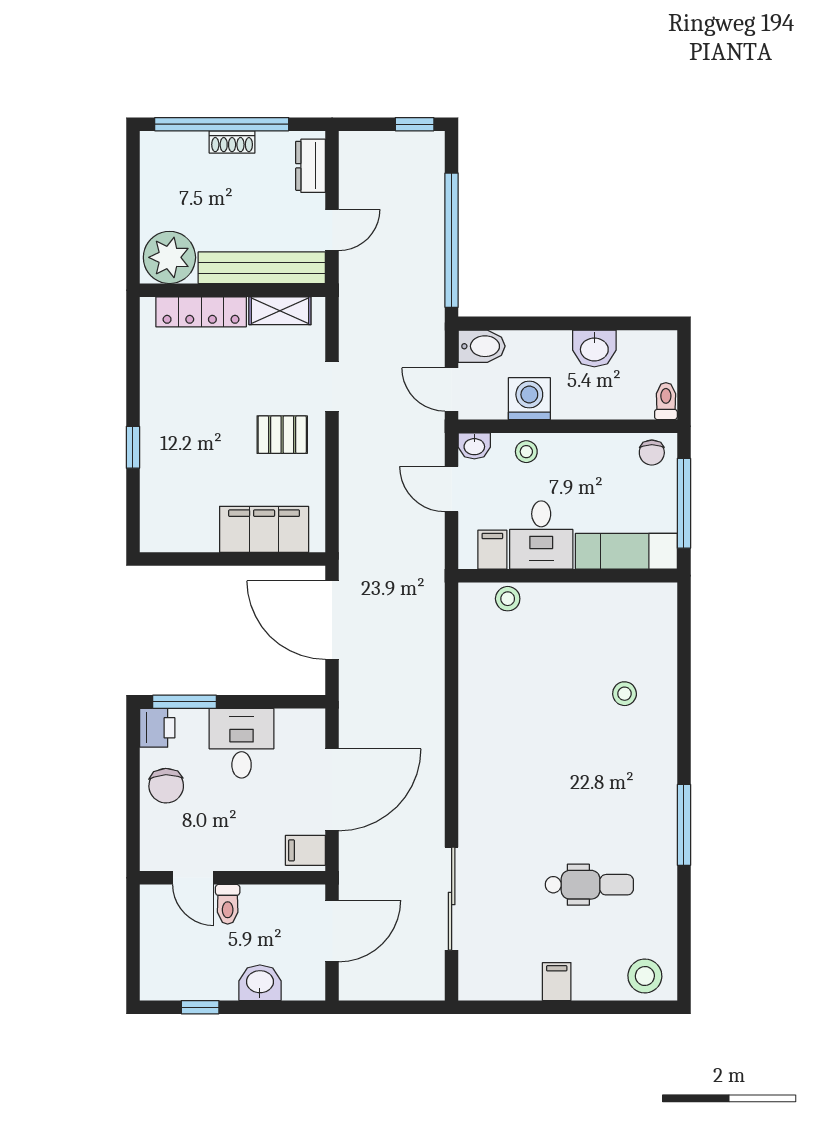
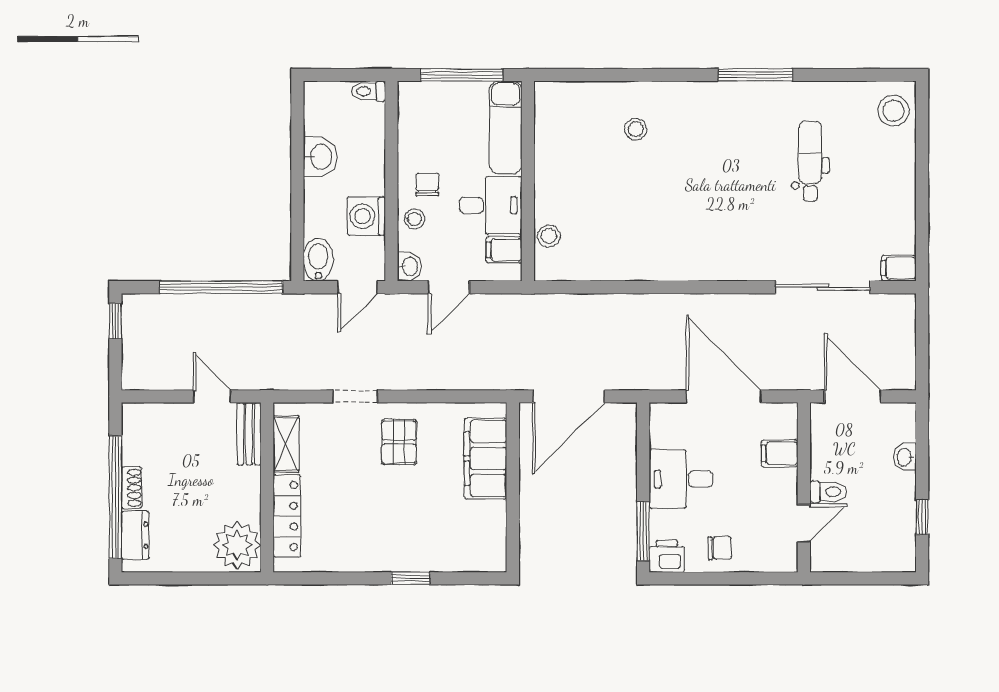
dresser: (310, 166) -> (135, 535), moved, turned -90
bench: (262, 268) -> (249, 434), width x0.54, depth x0.82
chair: (652, 453) -> (427, 185), moved, turned -90
chair: (166, 786) -> (720, 548), width x0.73, depth x0.73
filing cabinet: (305, 850) -> (780, 453), moved, turned 90
filing cabinet: (557, 982) -> (899, 268), moved
washbasin: (260, 983) -> (905, 457), width x0.72, depth x0.69

